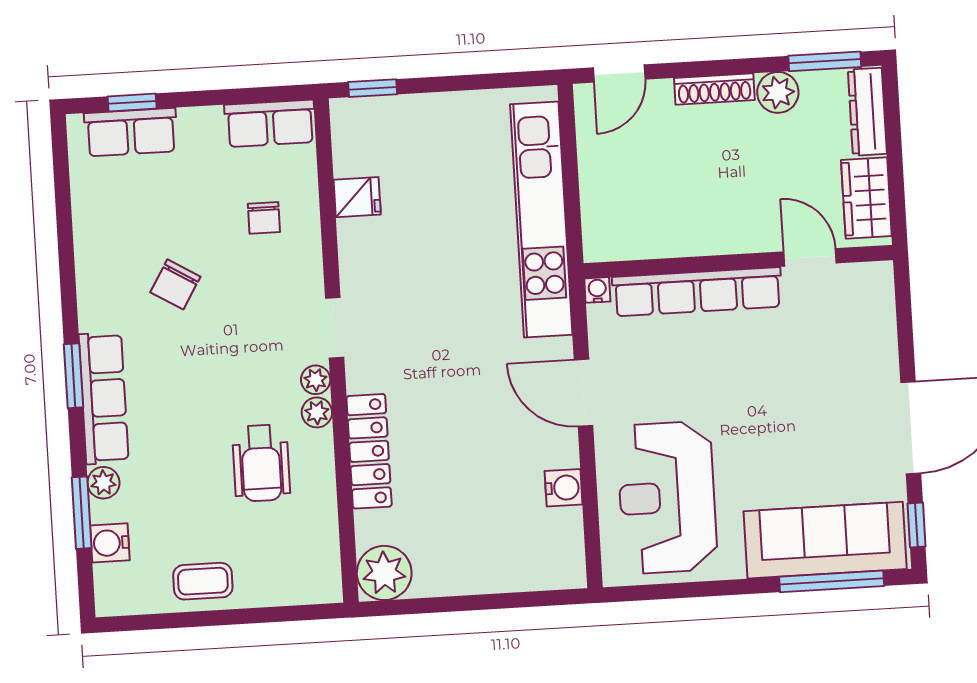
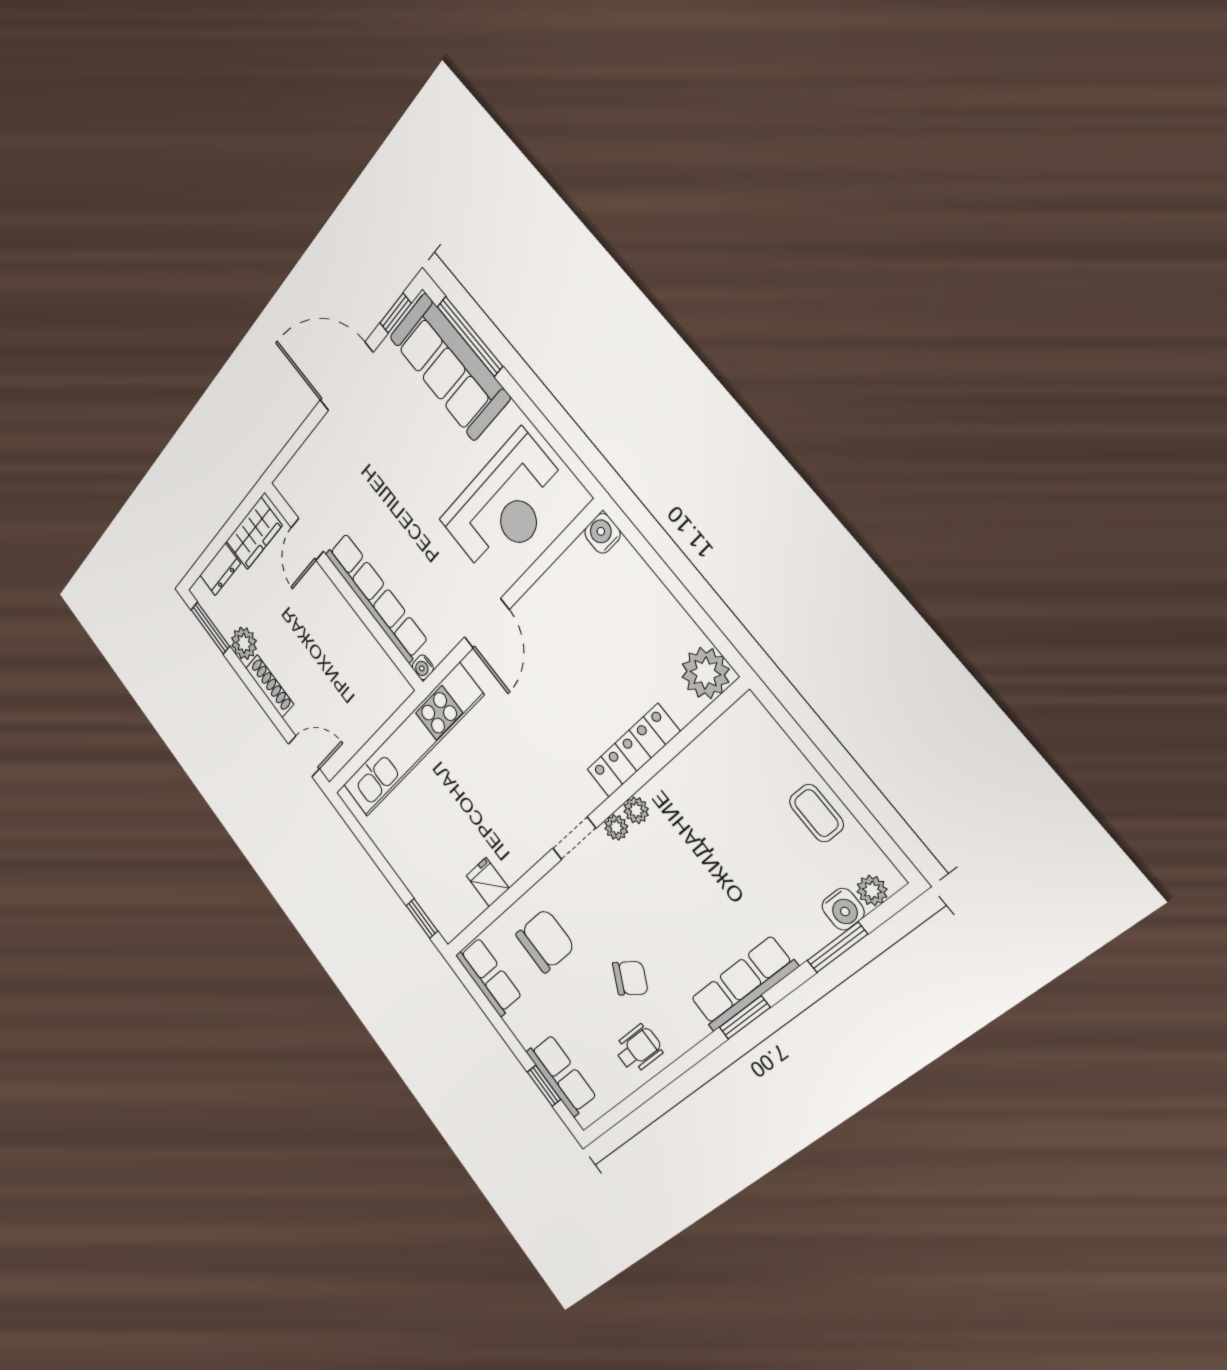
dresser: (867, 112) -> (220, 569), width x0.70
chair: (264, 218) -> (545, 941), width x1.87, depth x1.87
wheelchair: (261, 463) -> (638, 1049), moved, width x0.73, depth x0.73
plant: (103, 483) -> (872, 890), moved
water cooler: (564, 488) -> (602, 533), moved

